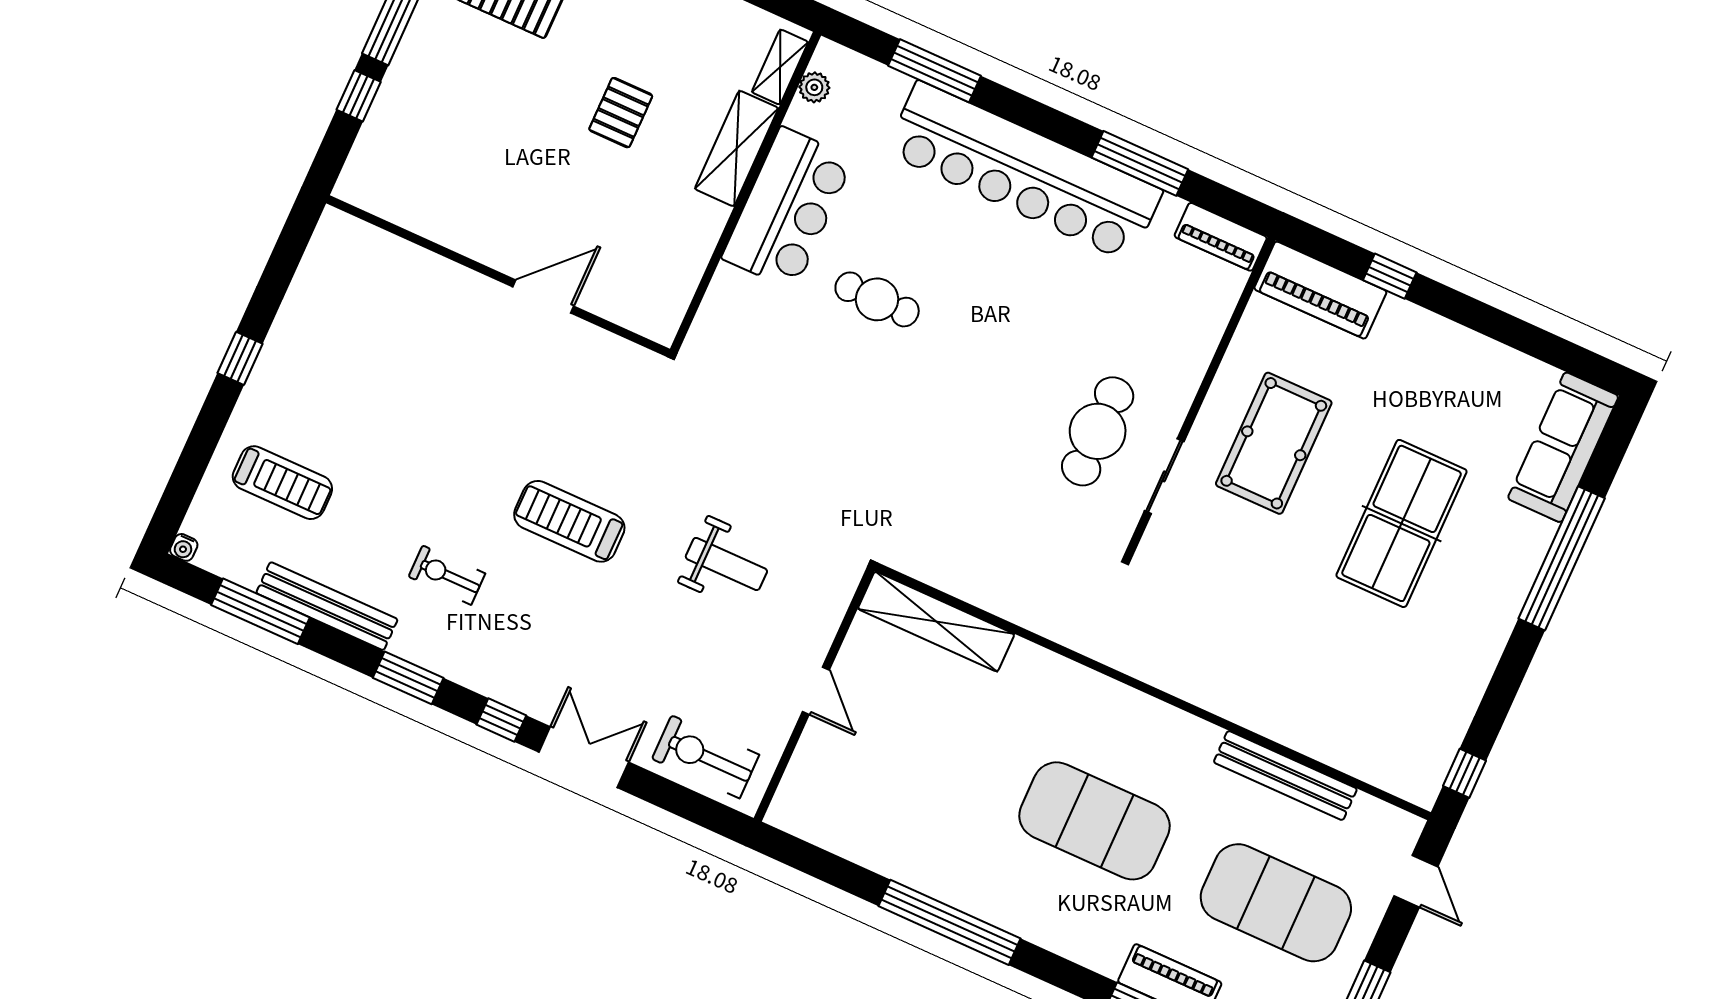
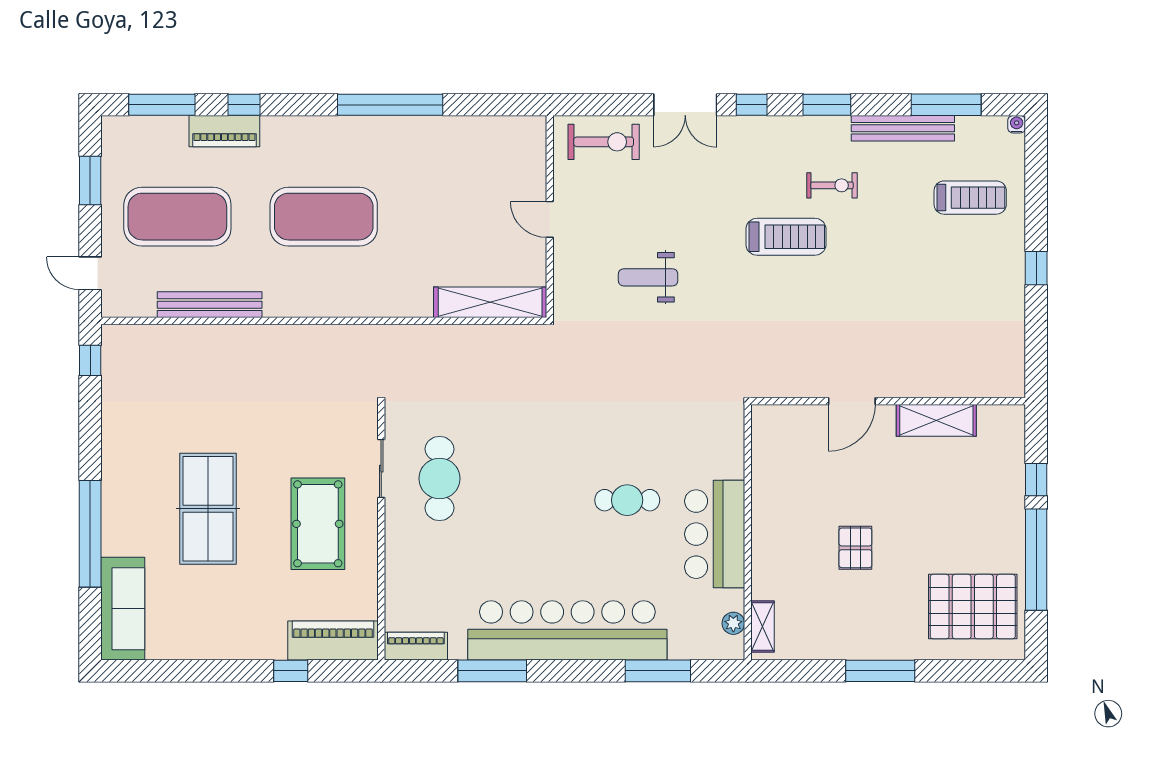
shelving: (737, 148) -> (936, 420), moved, turned 90
treadmill: (282, 483) -> (970, 198), turned 180
treadmill: (569, 521) -> (786, 237), moved

